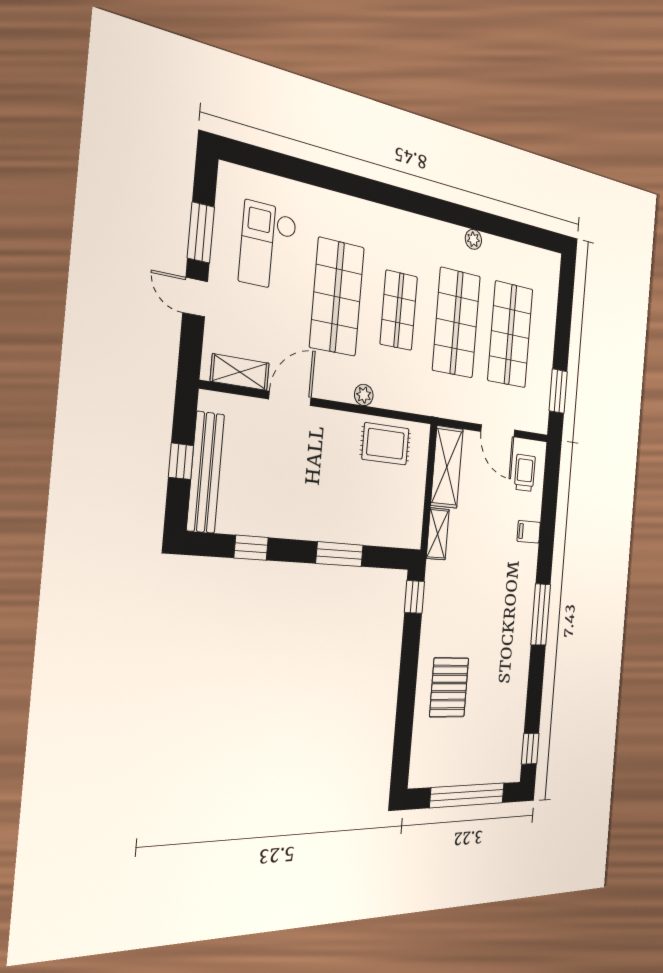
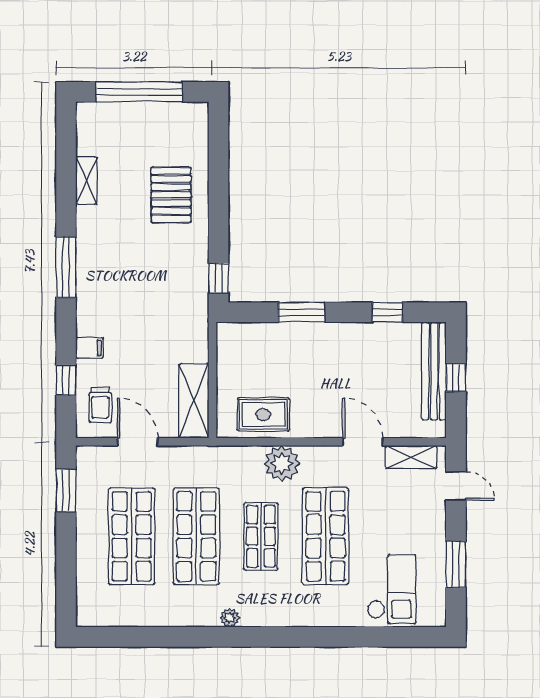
plant: (473, 239) -> (230, 618), moved
checkout: (268, 246) -> (392, 589), moved
door: (195, 297) -> (456, 486), moved
plant: (364, 395) -> (282, 463), width x1.88, depth x1.88
door: (290, 398) -> (363, 442), swing flipped
shelving: (438, 534) -> (86, 181), moved
window: (530, 749) -> (66, 380), moved

